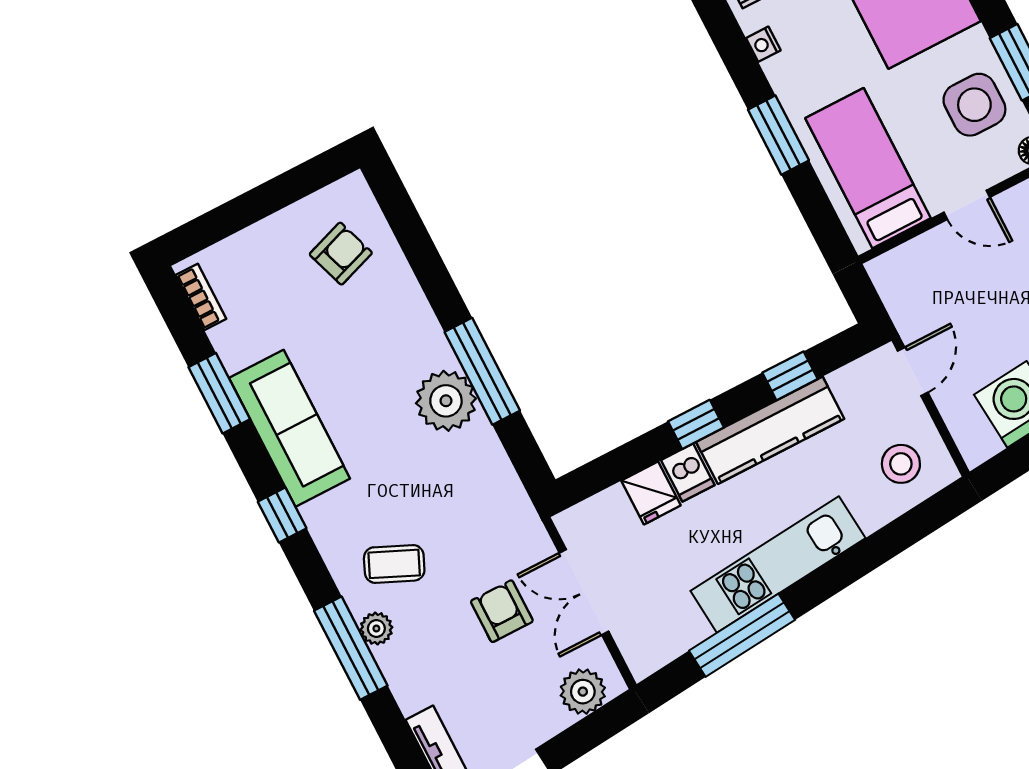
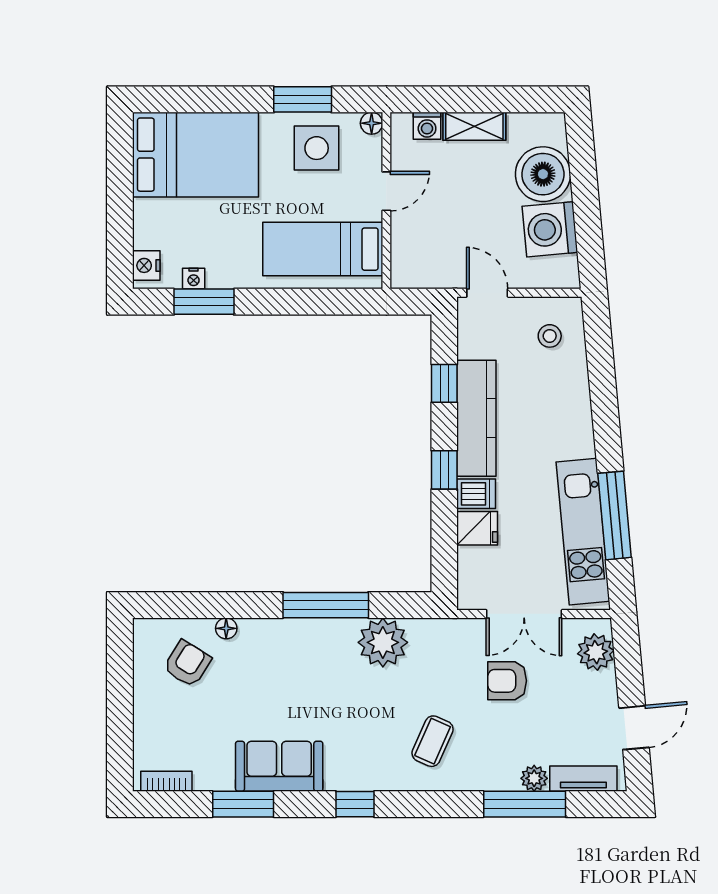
window: (778, 135) -> (204, 302), moved
armchair: (341, 254) -> (187, 664), turned 51
floor lamp: (401, 276) -> (226, 628), added
plant: (446, 401) -> (383, 642), moved
sofa: (290, 428) -> (279, 766), width x0.73
stool: (901, 464) -> (550, 336), width x0.73, depth x0.73
kitchen unit: (778, 565) -> (583, 532), moved
plant: (376, 628) -> (534, 778), moved
window: (351, 648) -> (525, 804), moved

